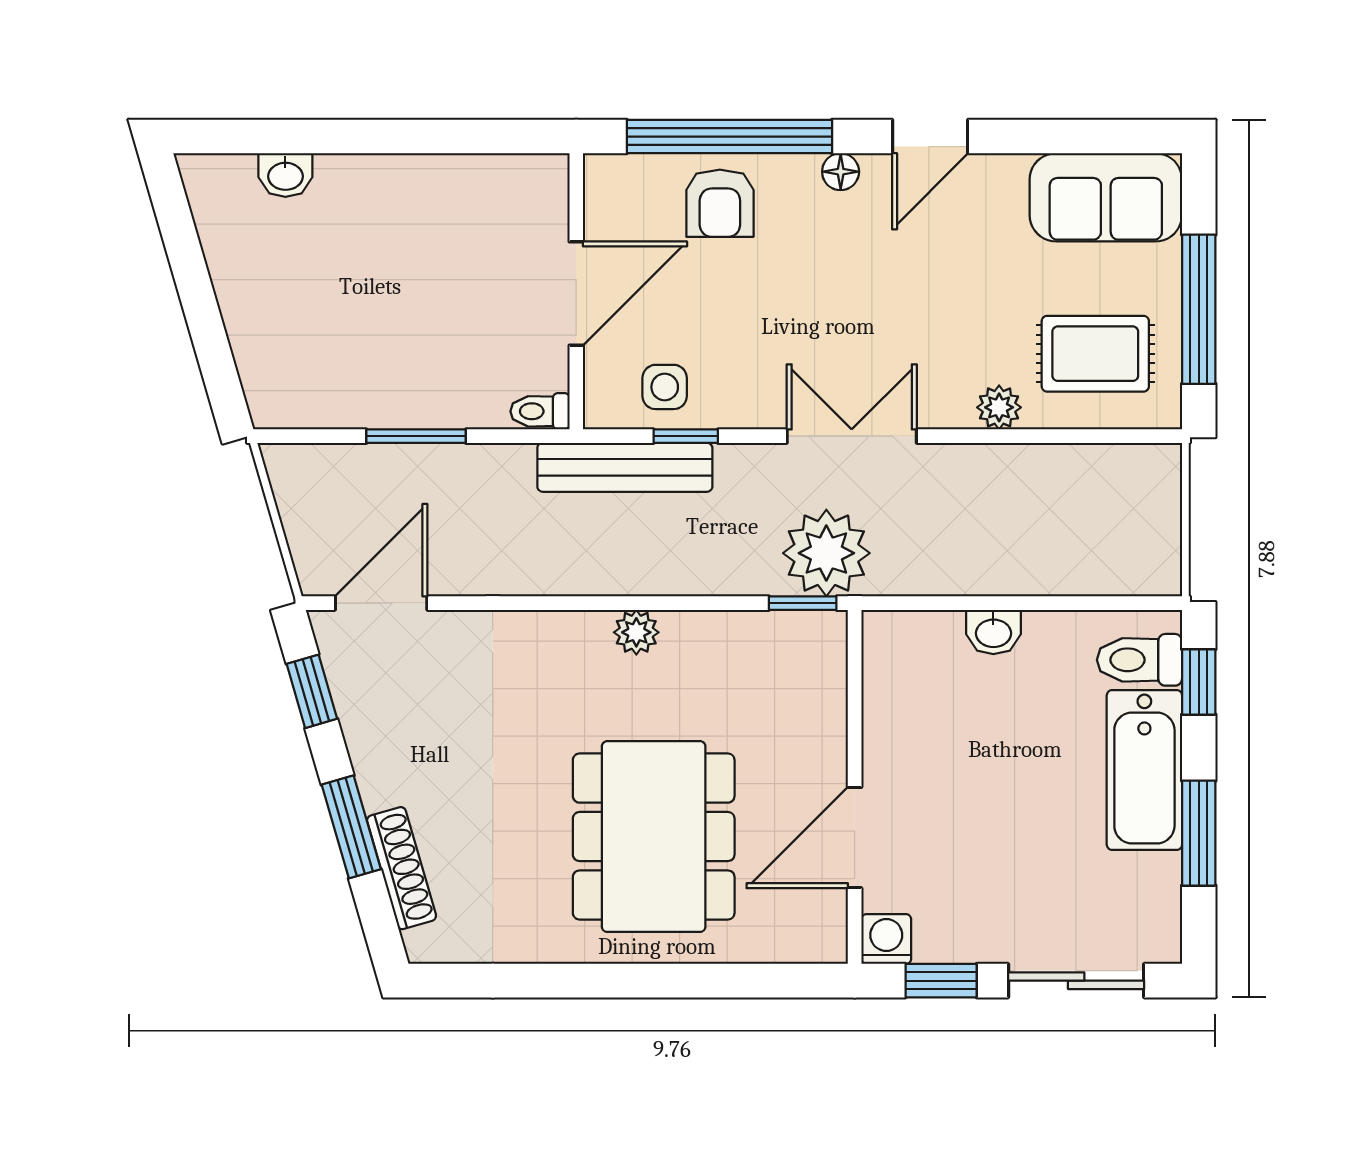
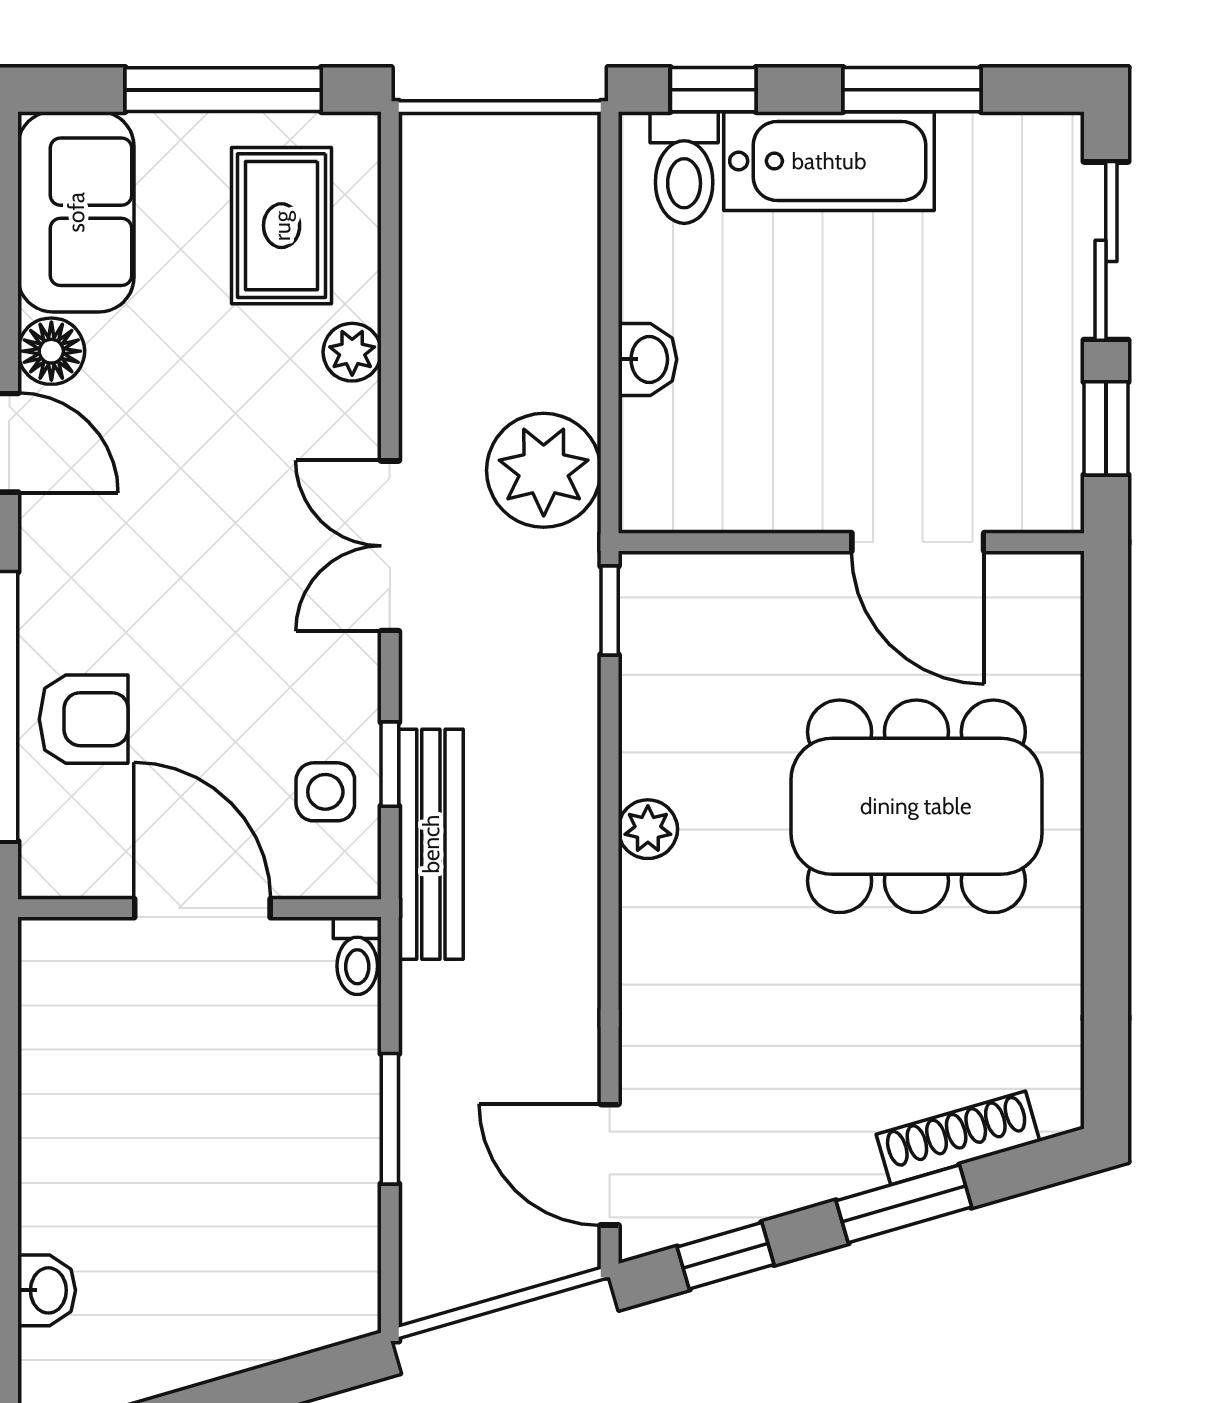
floor lamp: (841, 172) -> (51, 351), moved, width x1.37, depth x1.37
plant: (826, 553) -> (544, 470), moved
washing machine: (886, 939) -> (1051, 500), removed

